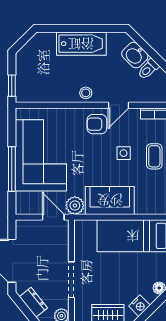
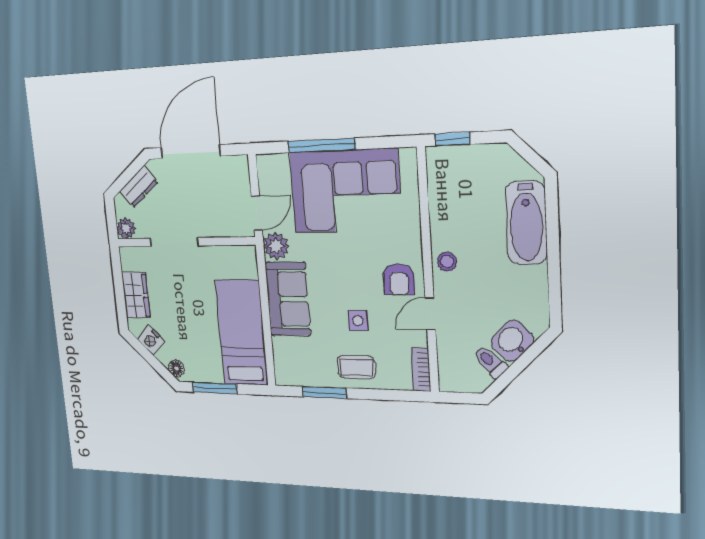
bathtub: (81, 44) -> (526, 223), moved
door: (119, 105) -> (430, 314), hinge flipped
armchair: (97, 124) -> (399, 280), turned 180

